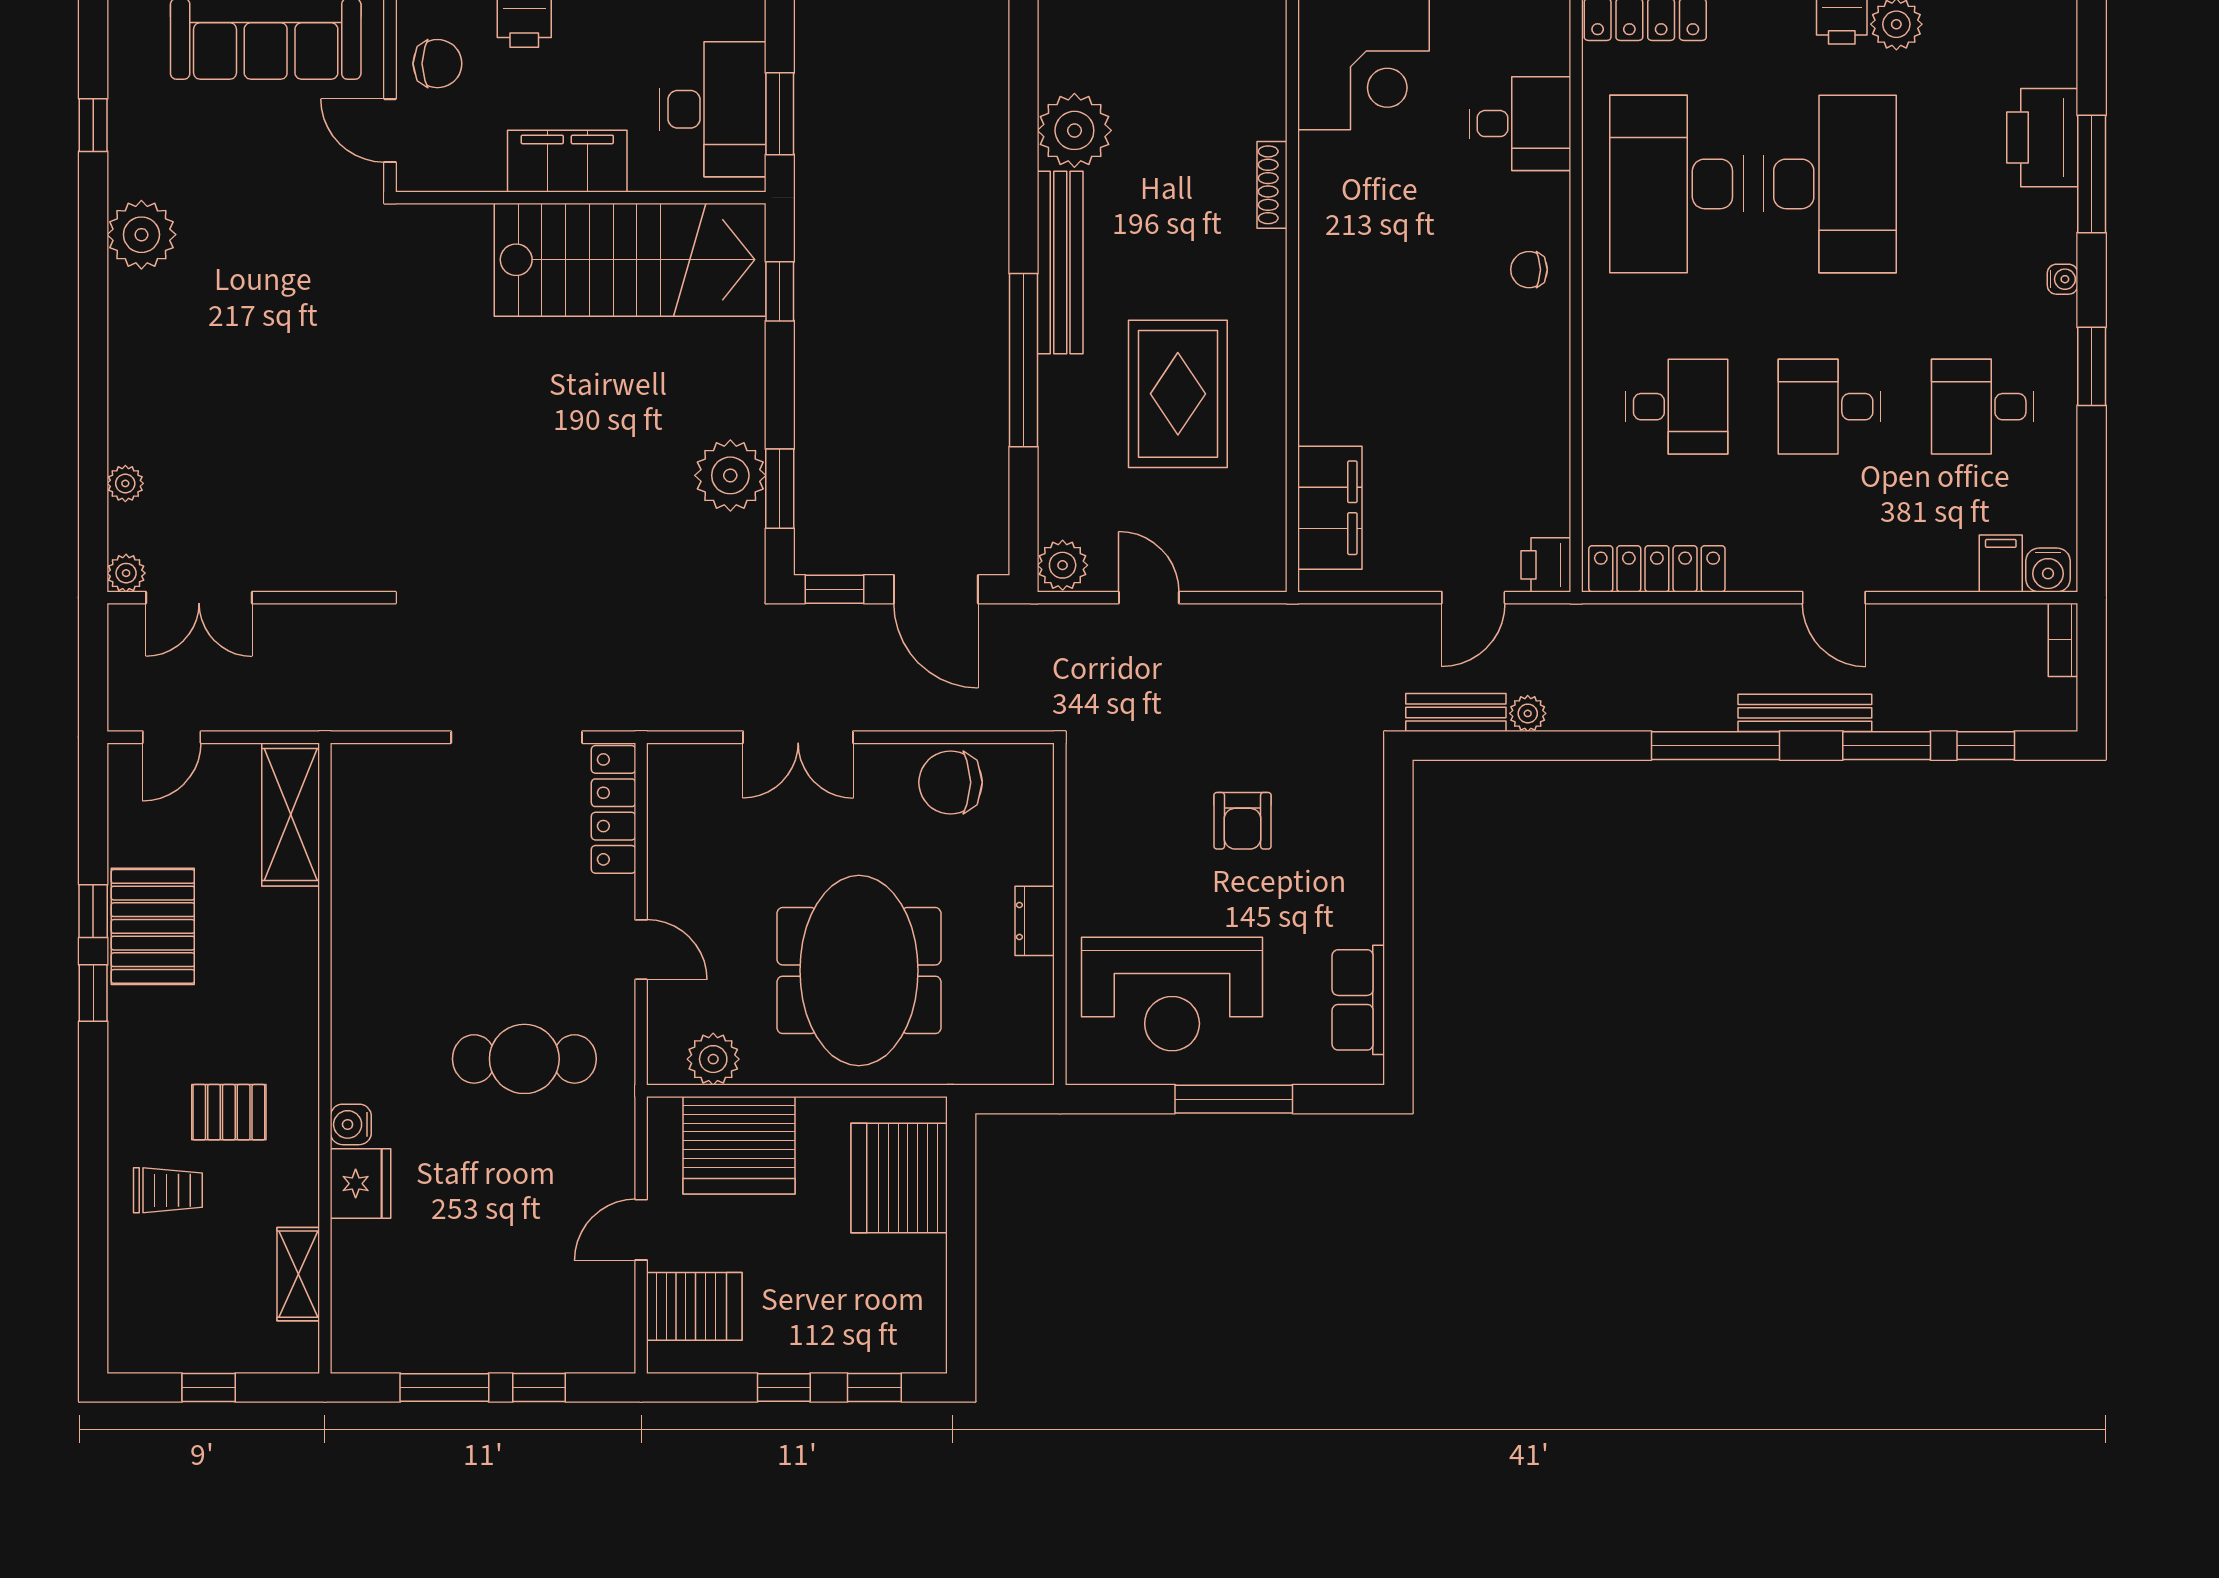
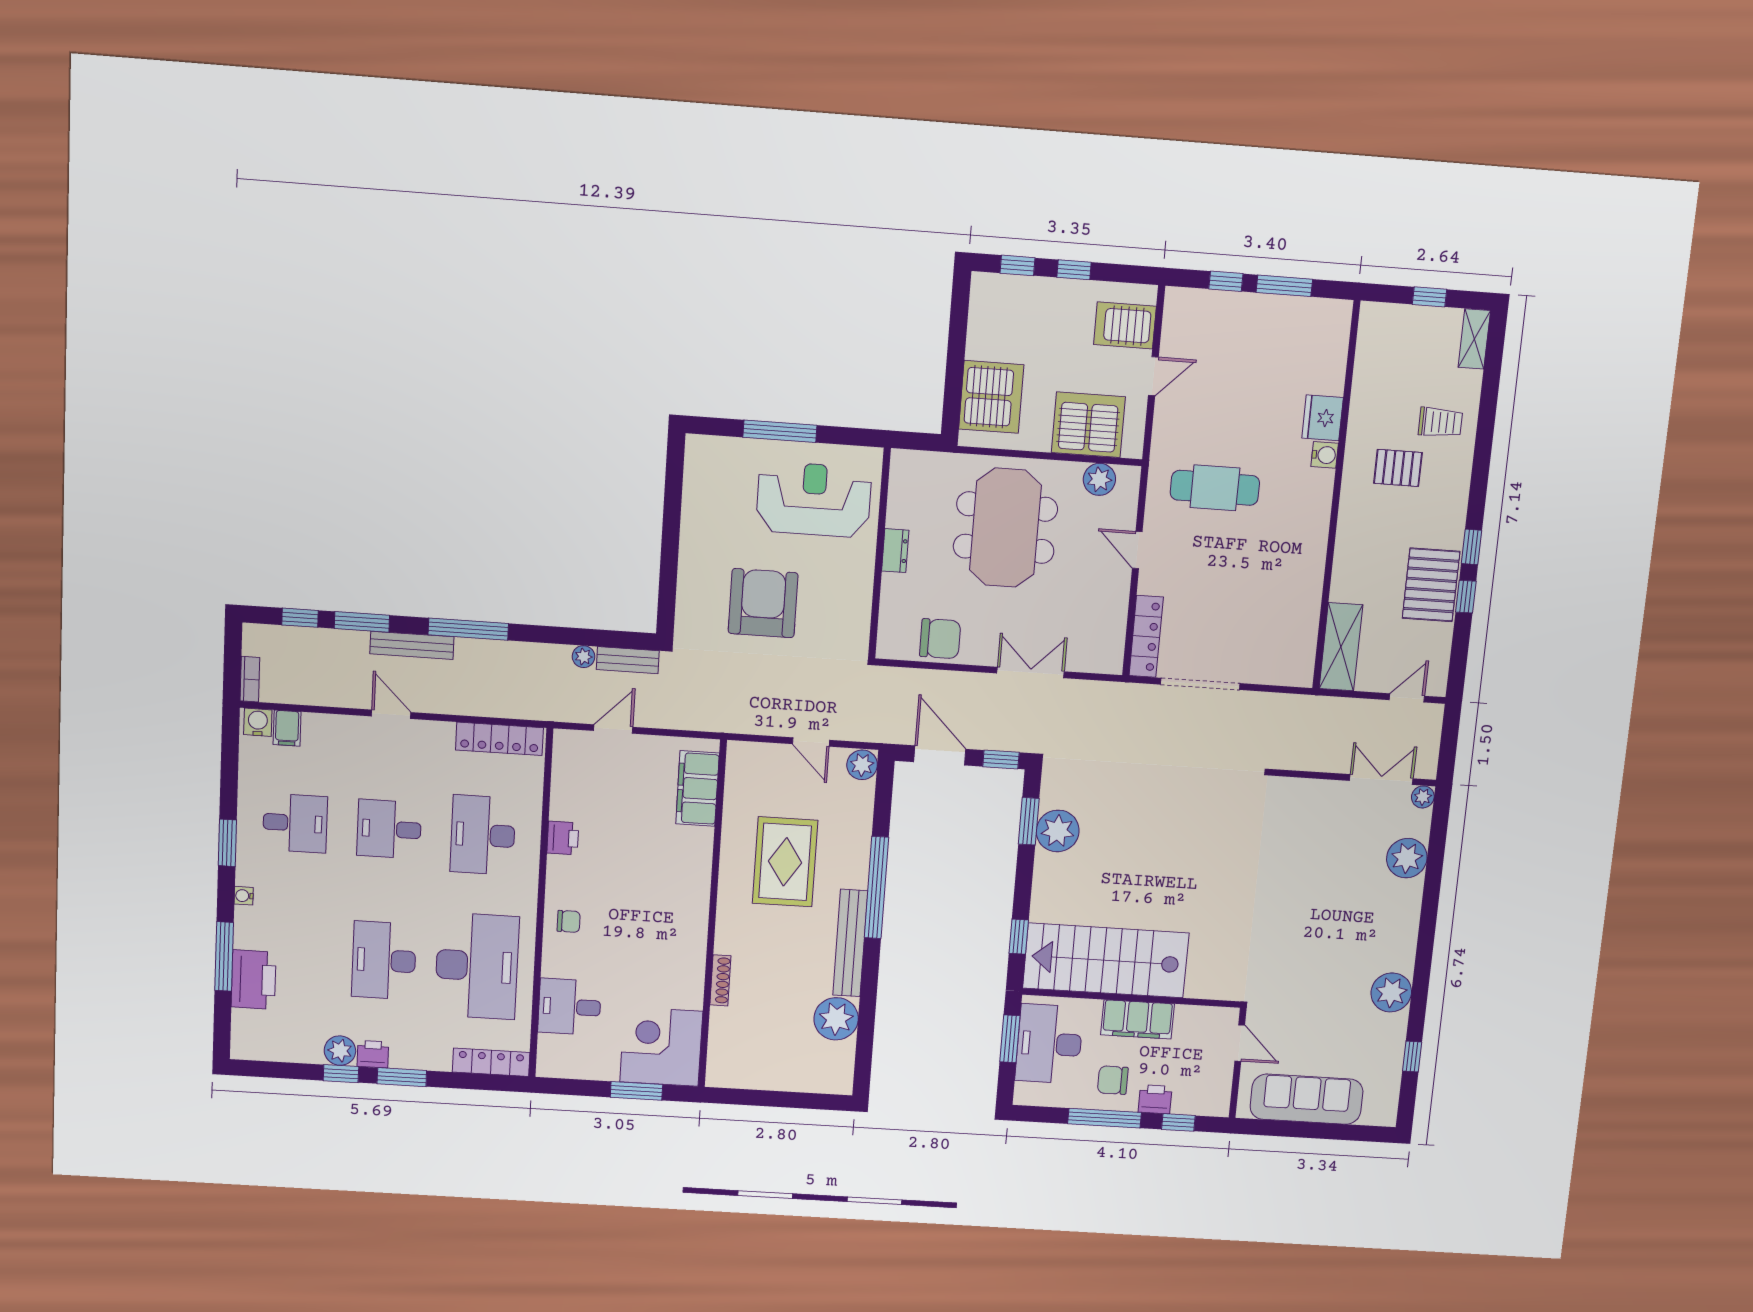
chair: (437, 64) -> (1113, 1080), moved
desk: (1830, 184) -> (384, 960), width x0.73, depth x0.77
desk: (1677, 407) -> (483, 835), width x1.37
desk: (1830, 407) -> (389, 829), turned 180
plant: (125, 483) -> (1407, 858), width x1.88, depth x1.88
printer: (1546, 565) -> (563, 838), moved
armchair: (1243, 821) -> (763, 603), width x1.88, depth x1.88
row of seats: (1358, 1000) -> (699, 488), removed
trolley: (168, 1190) -> (1440, 422), turned 180
shelving: (298, 1274) -> (1474, 339), moved

